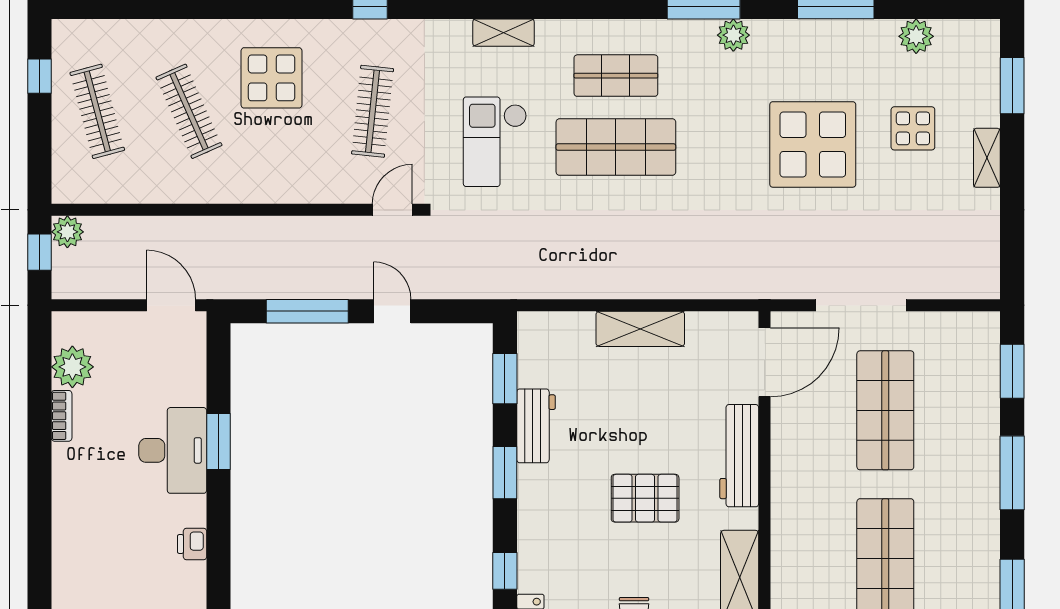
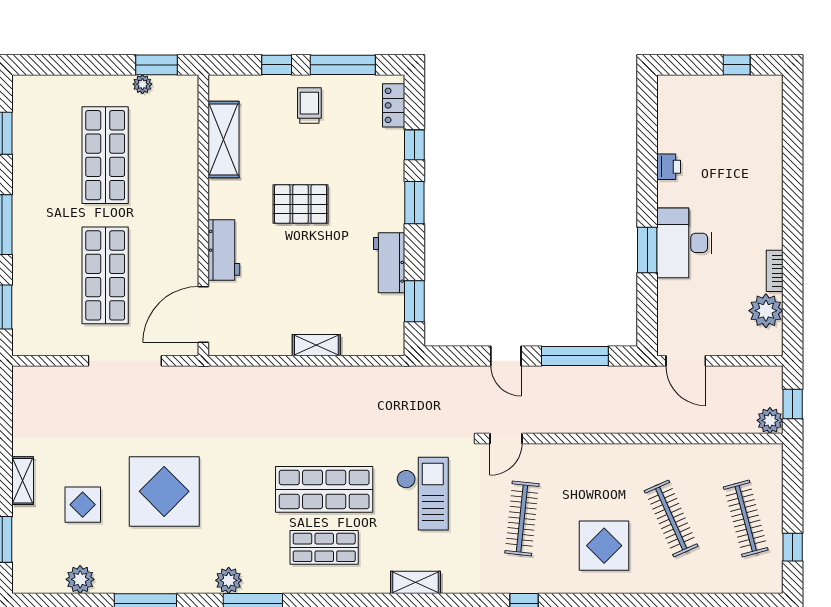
shelving: (640, 329) -> (316, 345), width x0.67, depth x0.75
workbench: (739, 456) -> (224, 250), width x0.73
window: (505, 473) -> (414, 203), moved

